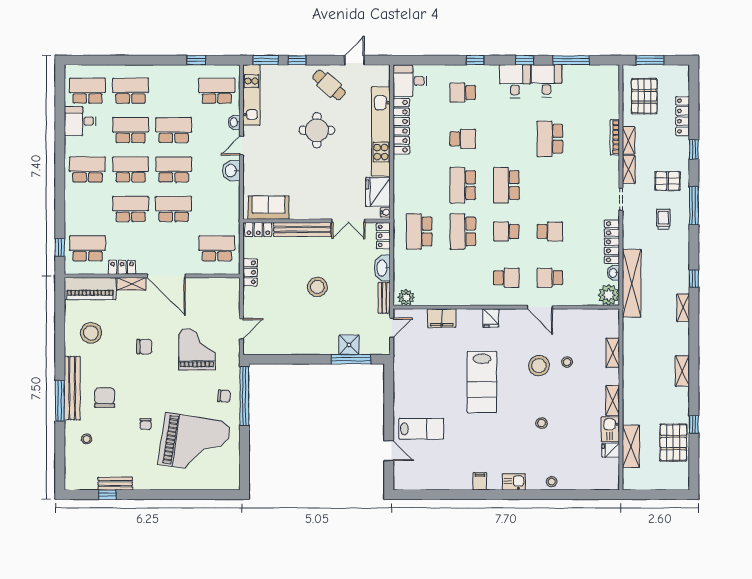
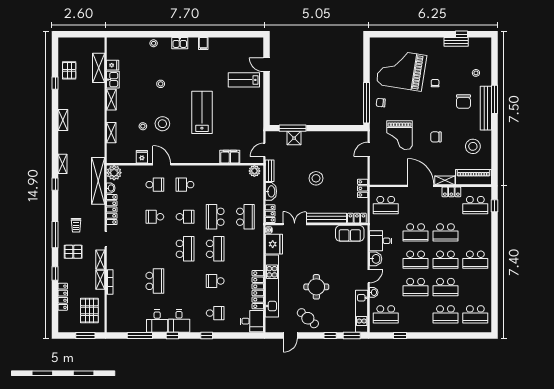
desk: (80, 121) -> (381, 241), moved, turned 180
school desk: (463, 231) -> (215, 217), turned 180
fridge: (491, 318) -> (142, 157), moved
pallet: (673, 443) -> (69, 70), width x0.67, depth x0.71

